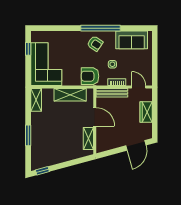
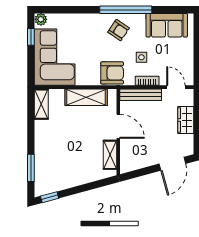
plant: (36, 35) -> (41, 19), added
armchair: (90, 76) -> (112, 73), turned 180
window: (28, 135) -> (31, 168), moved

